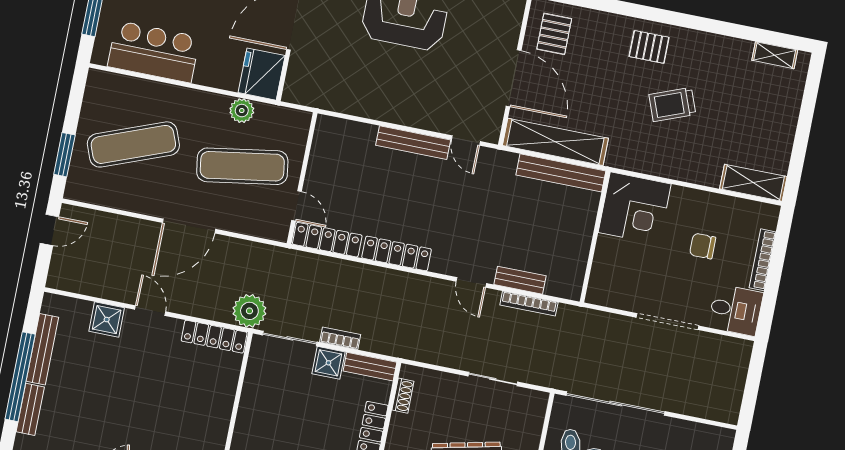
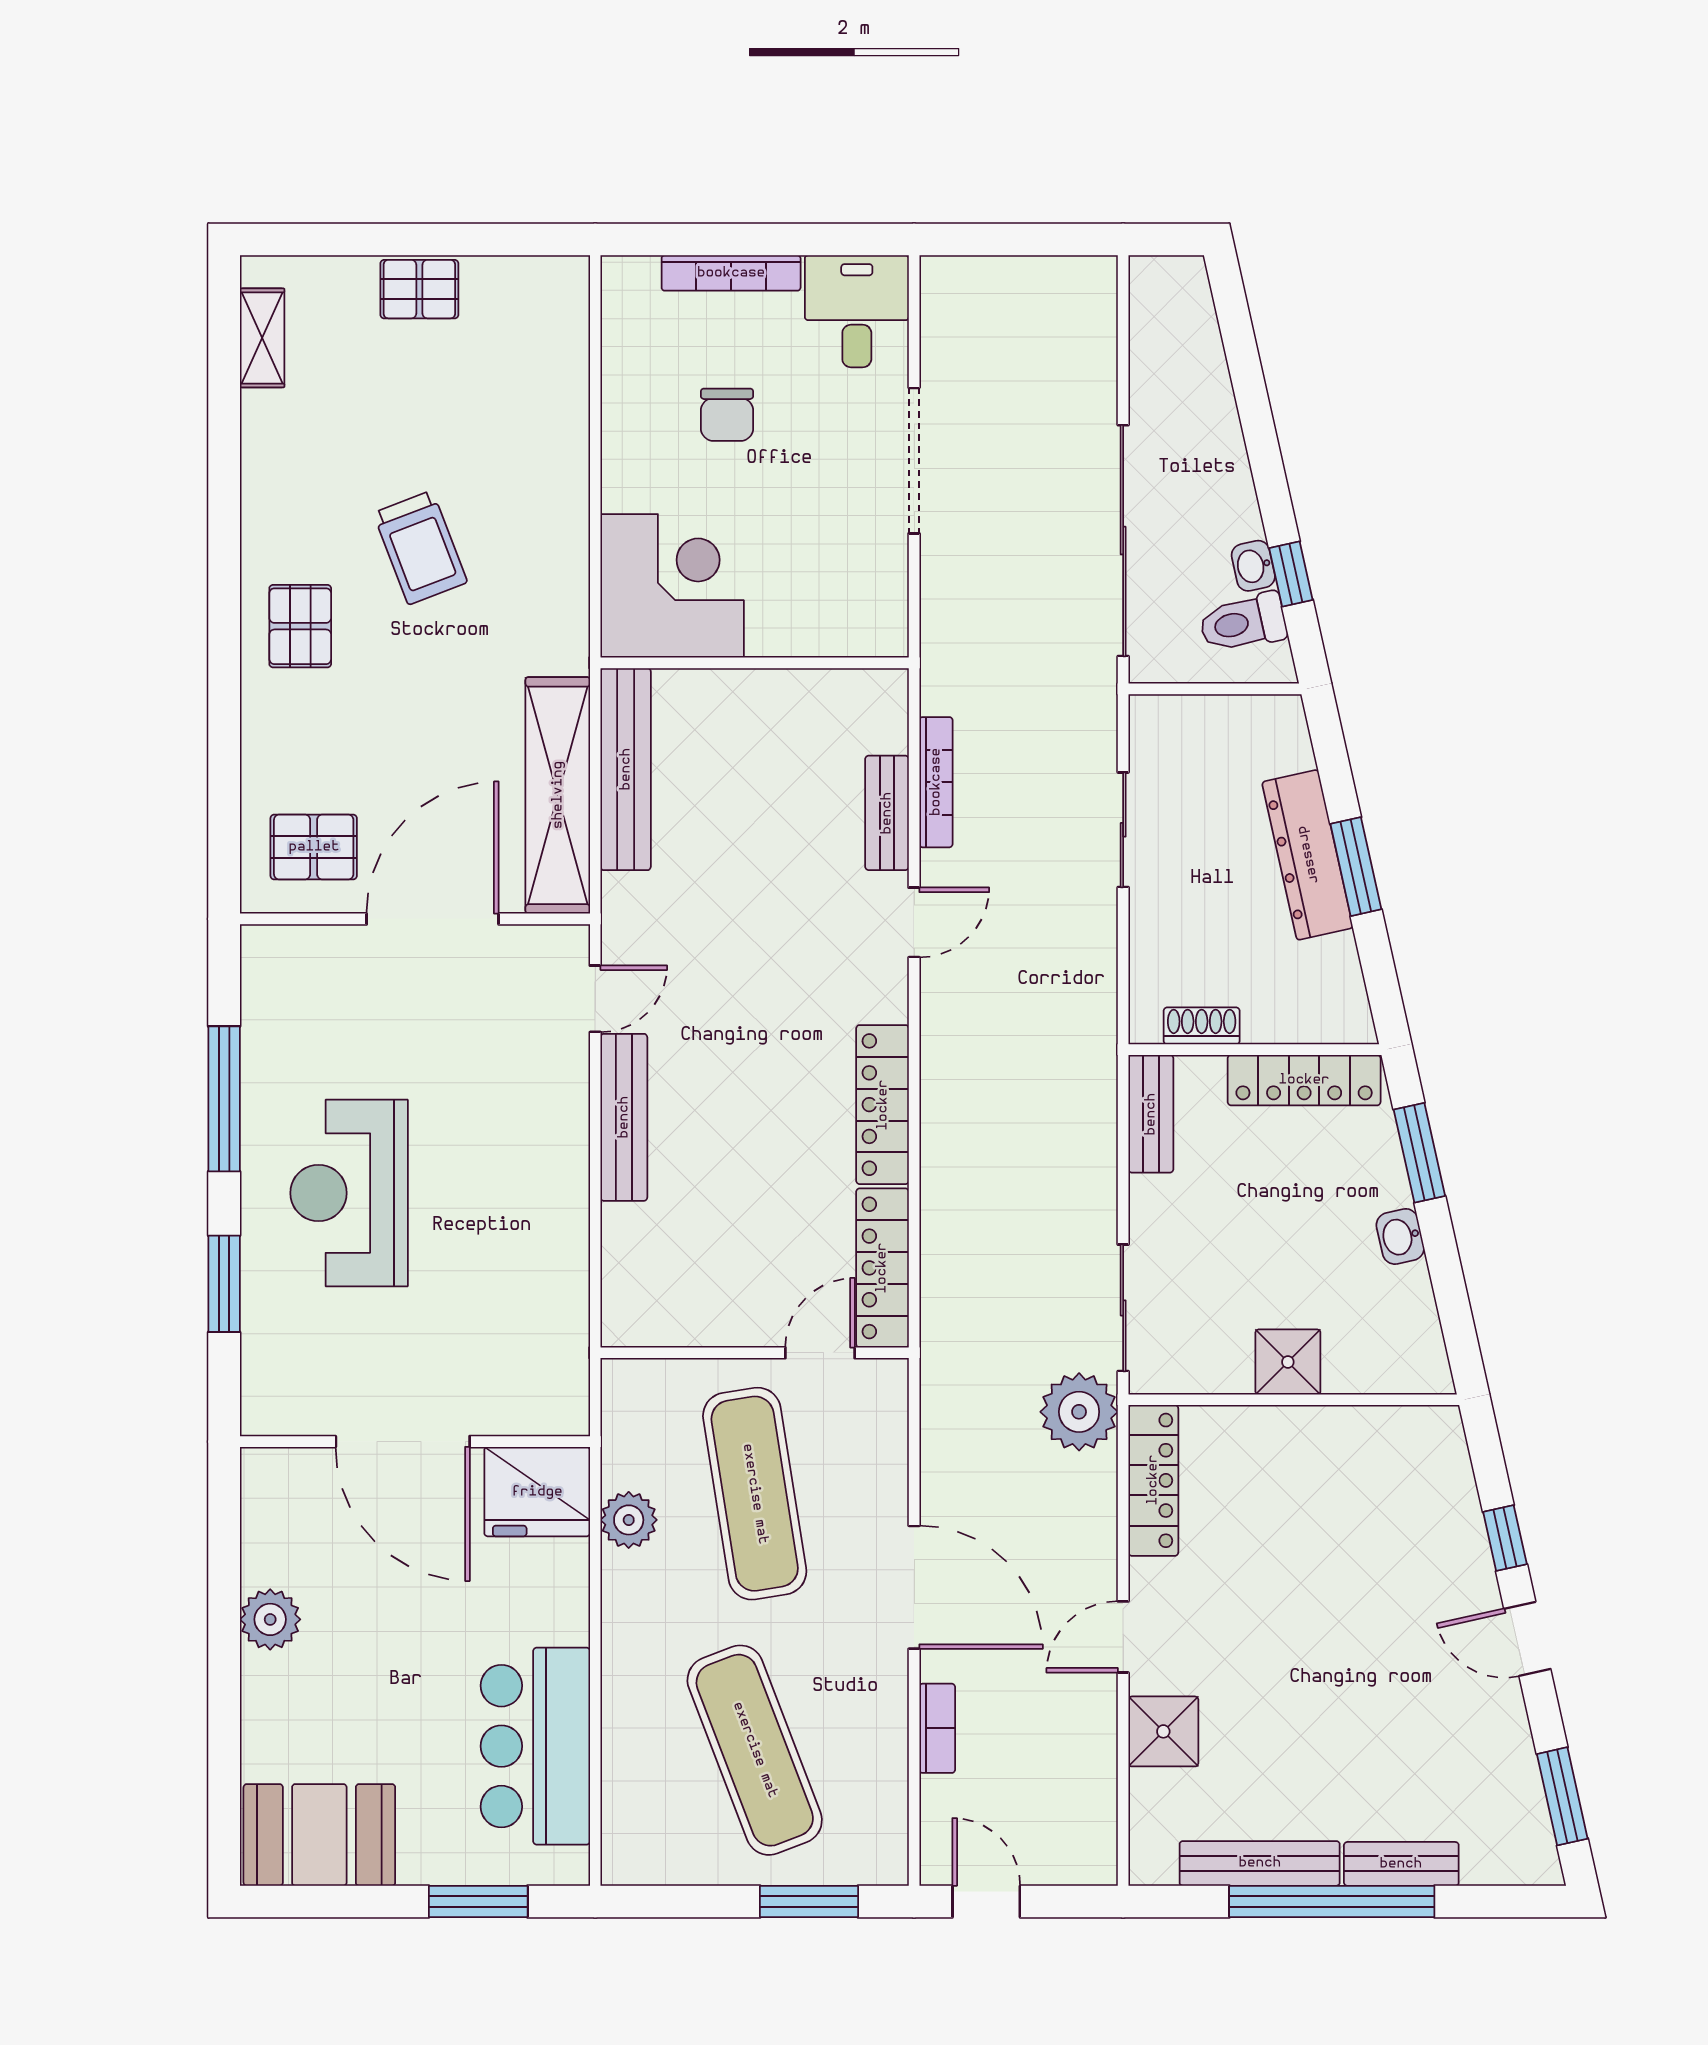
pallet: (782, 126) -> (419, 289), added
shelving: (753, 183) -> (561, 329), removed
bookcase: (340, 338) -> (937, 1728), moved, turned 180
shower: (328, 363) -> (1288, 1362), moved

